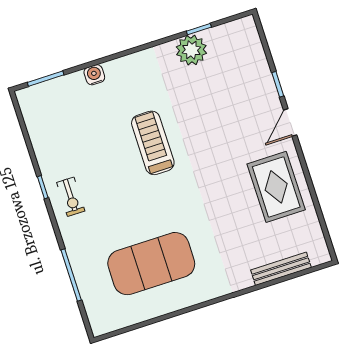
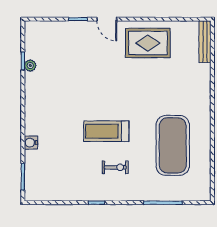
plant: (191, 50) -> (30, 66), width x0.53, depth x0.53
treadmill: (153, 143) -> (106, 131), moved
exercise bike: (71, 197) -> (115, 167), moved
bench: (281, 269) -> (205, 42), moved

